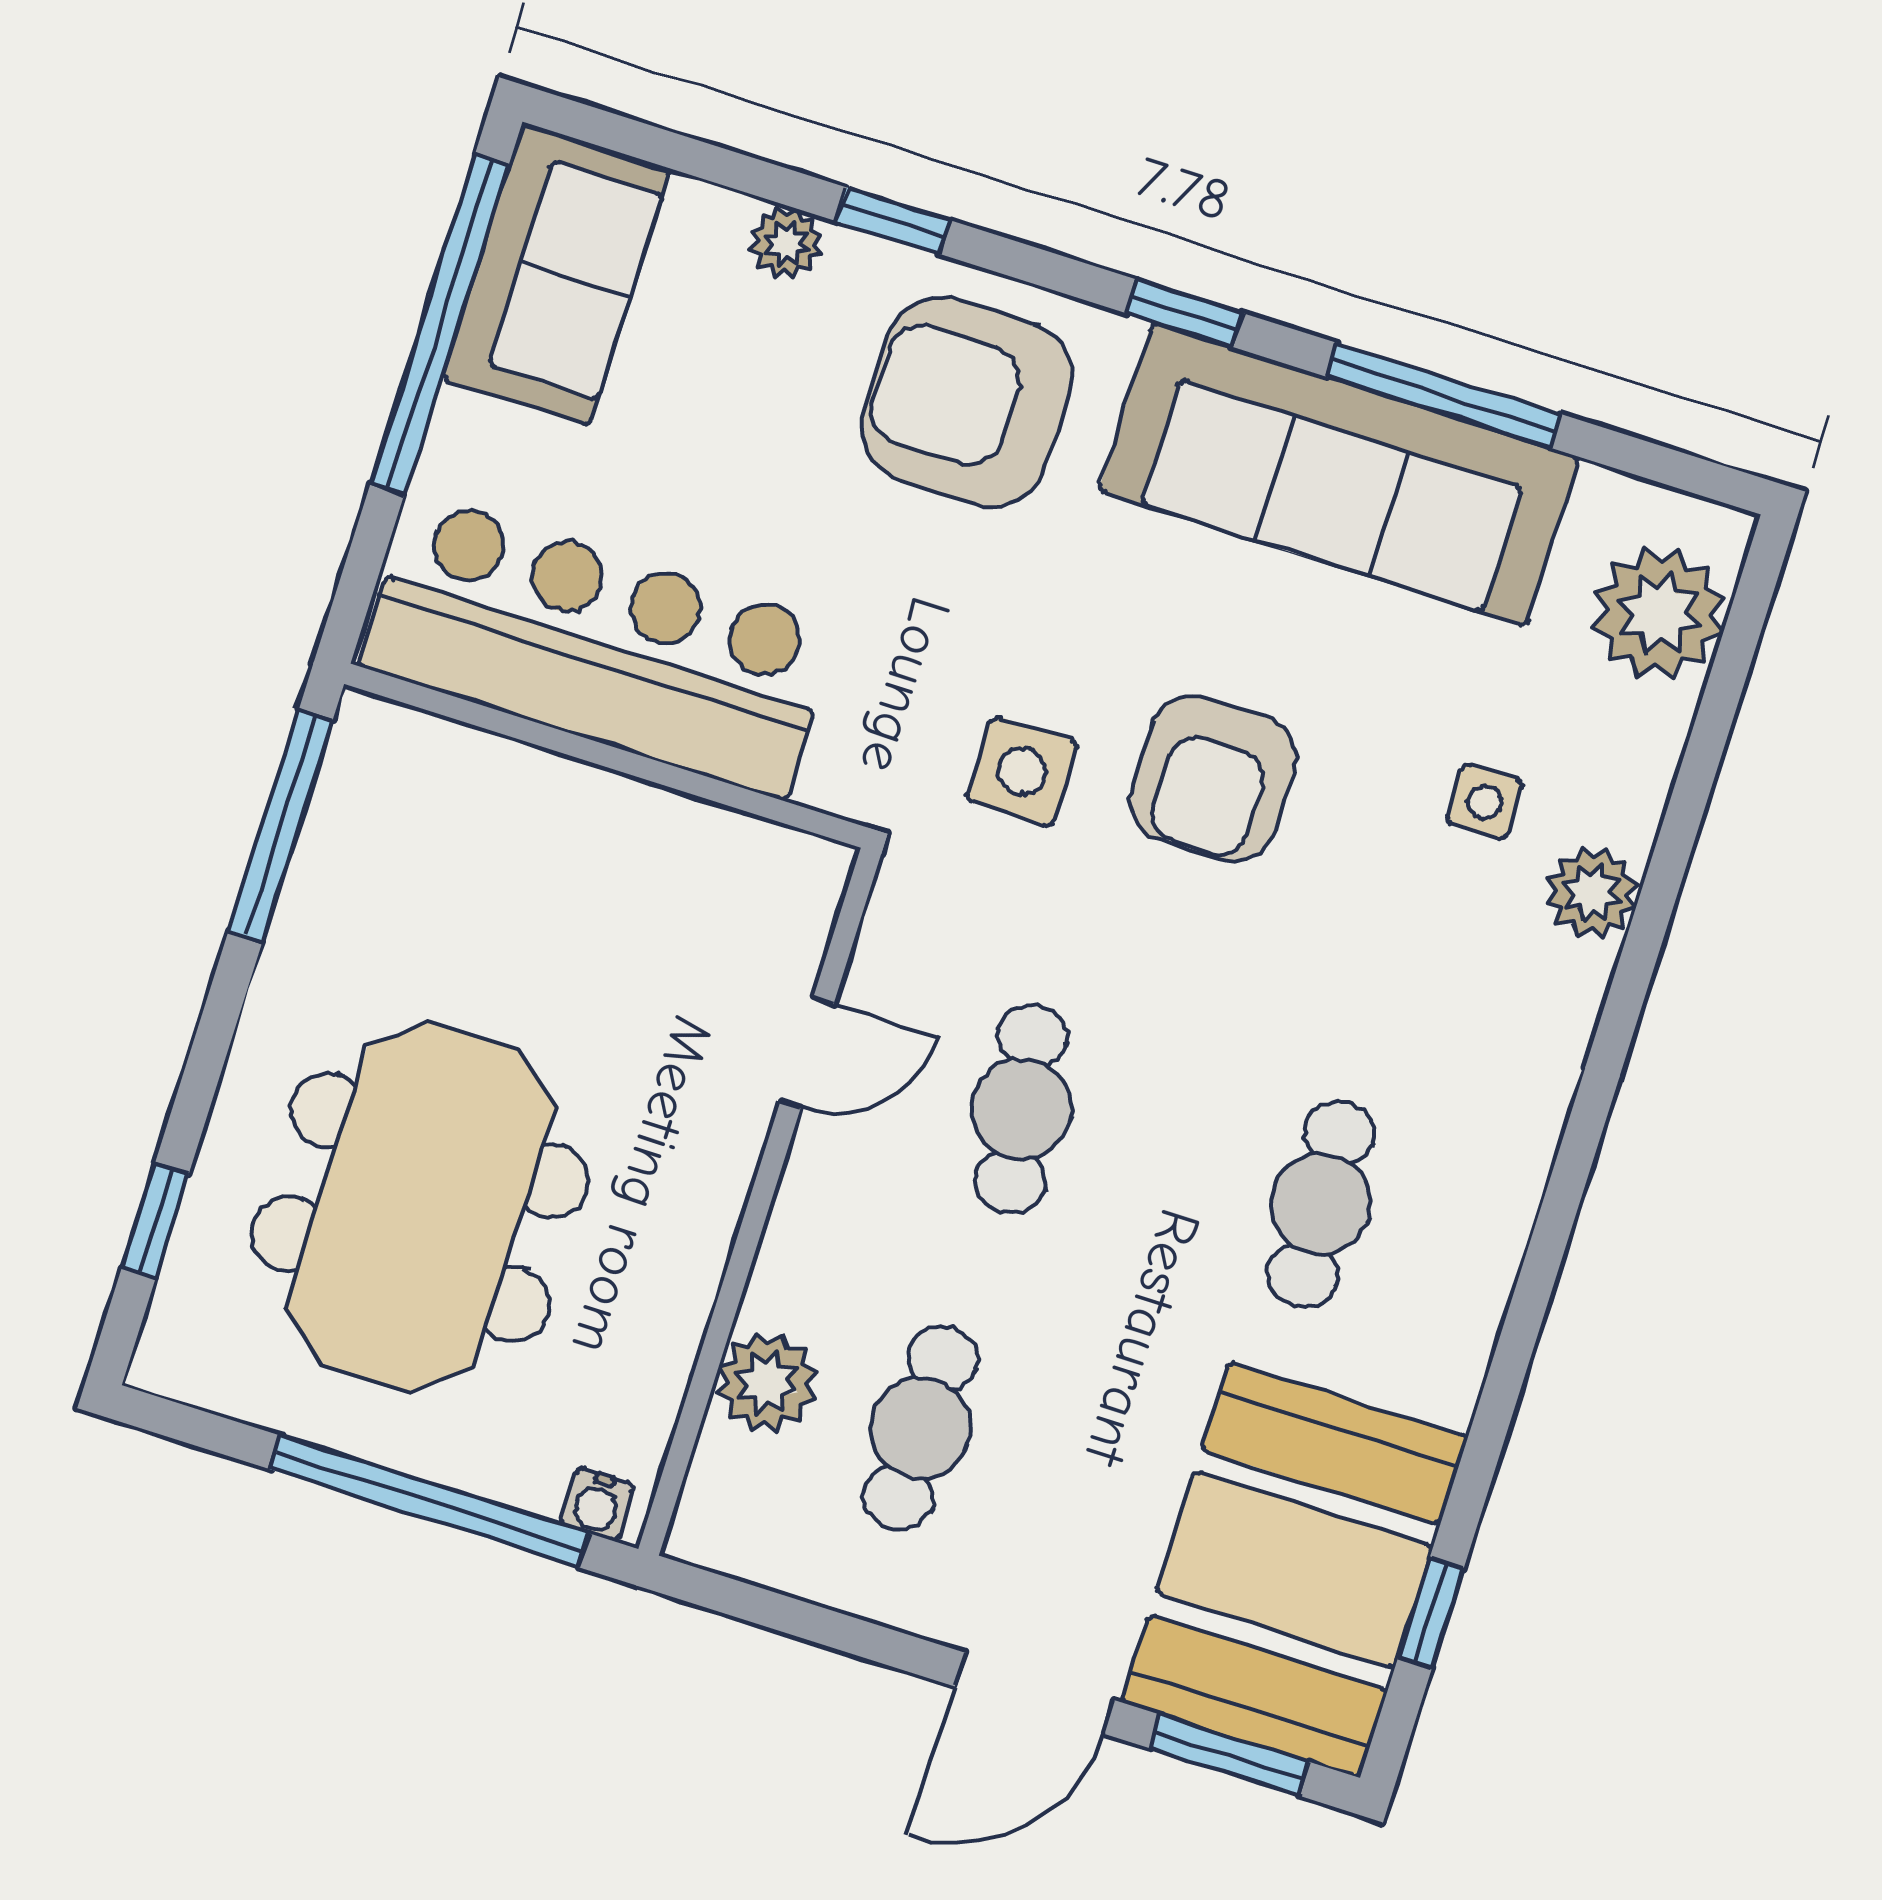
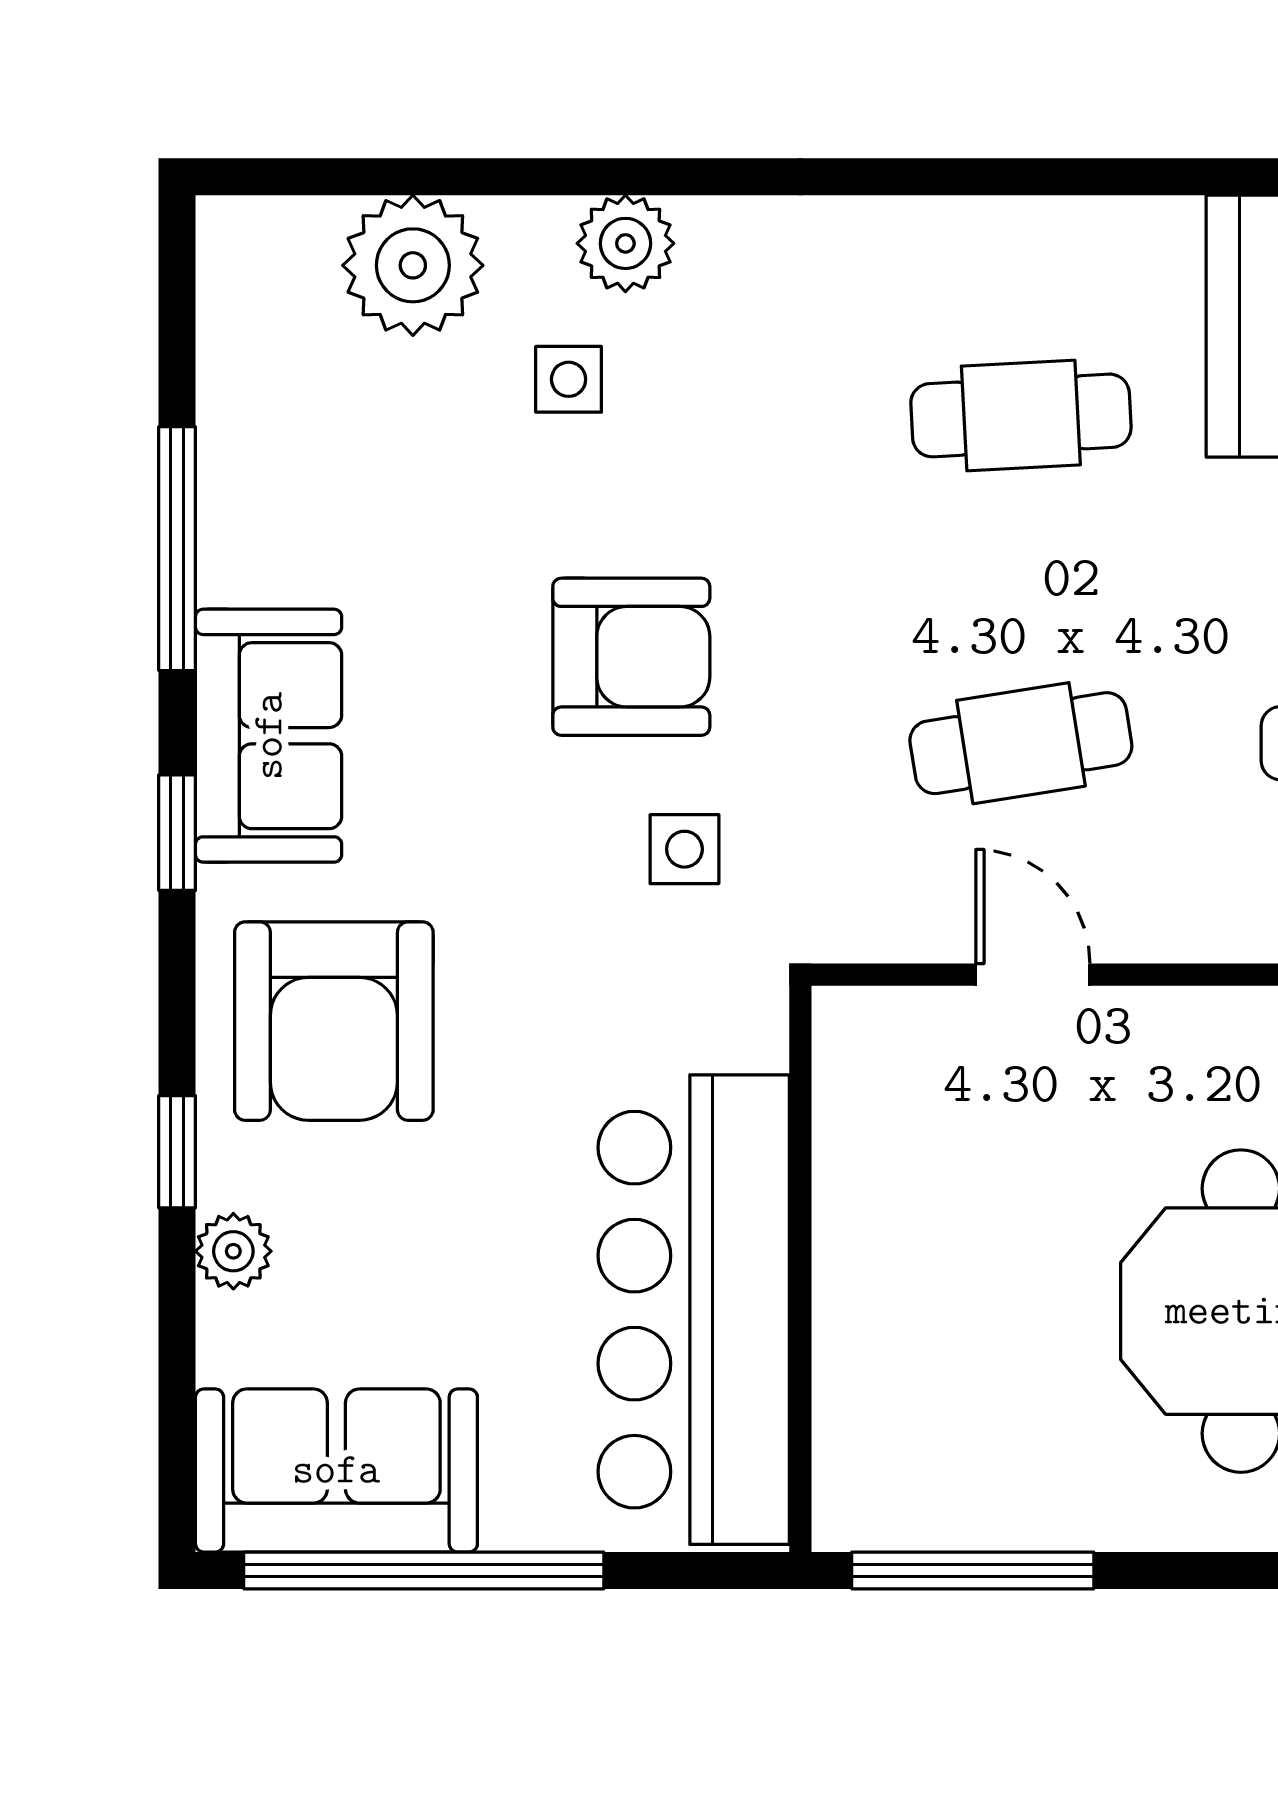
sofa: (1339, 474) -> (269, 736), width x0.54, depth x0.79
plant: (1659, 613) -> (413, 265), moved
side table: (1022, 771) -> (684, 849), width x0.73, depth x0.73

